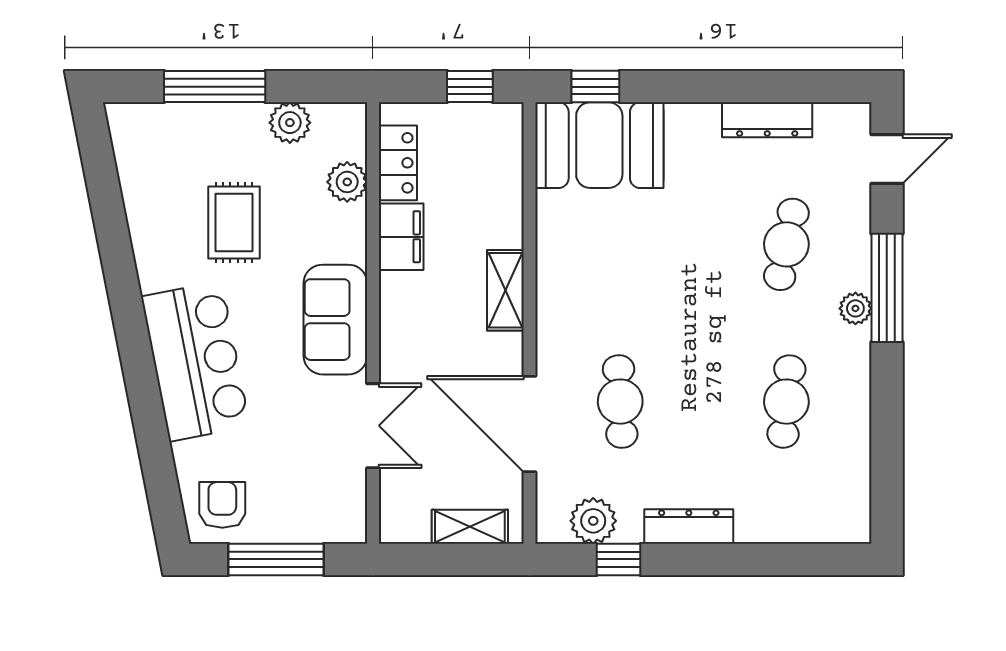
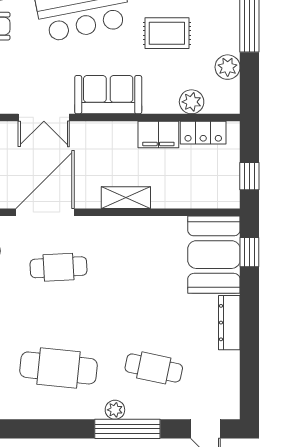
dresser: (767, 120) -> (229, 323), moved
cafe table: (786, 402) -> (59, 368), width x1.37, depth x1.35

